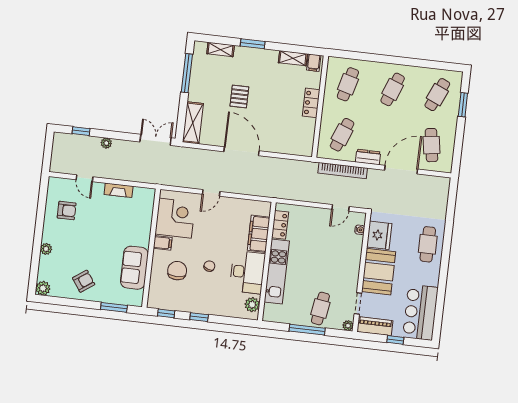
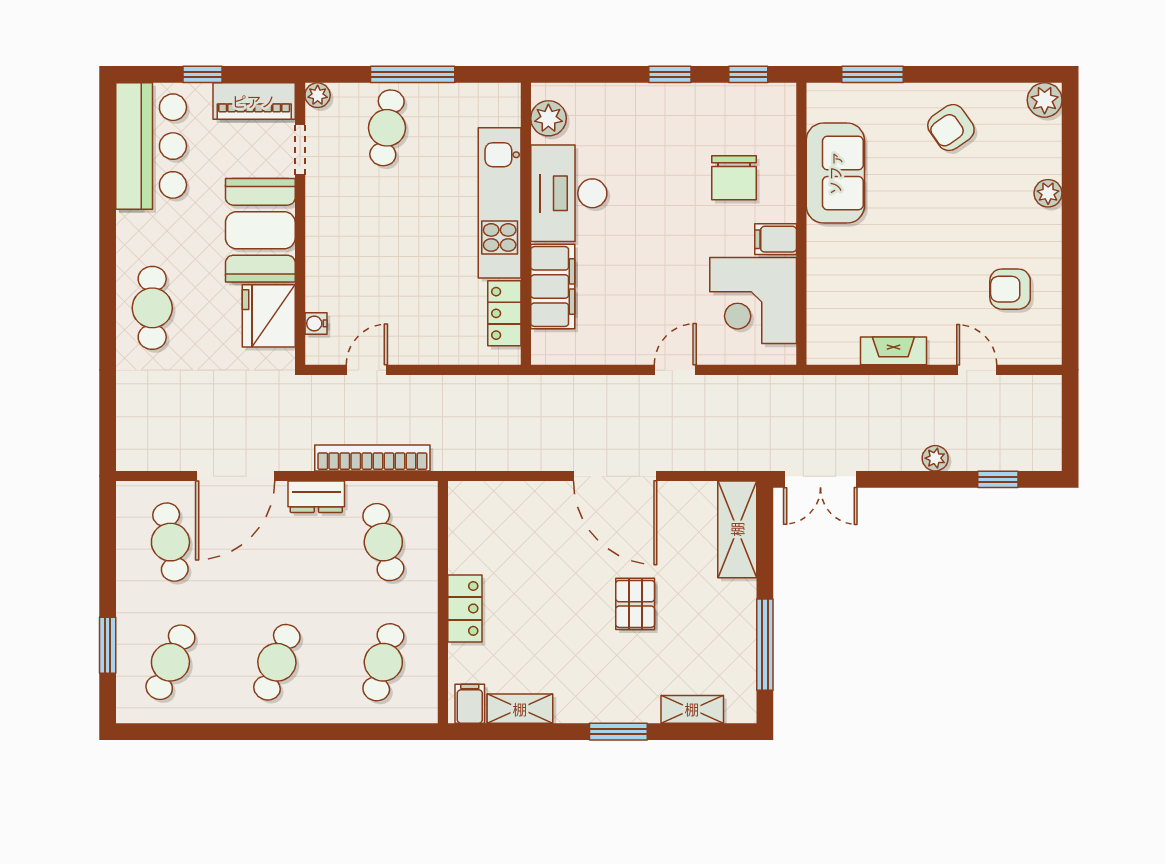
cafe table: (342, 135) -> (383, 542), turned -36
chair: (209, 266) -> (660, 197), removed

